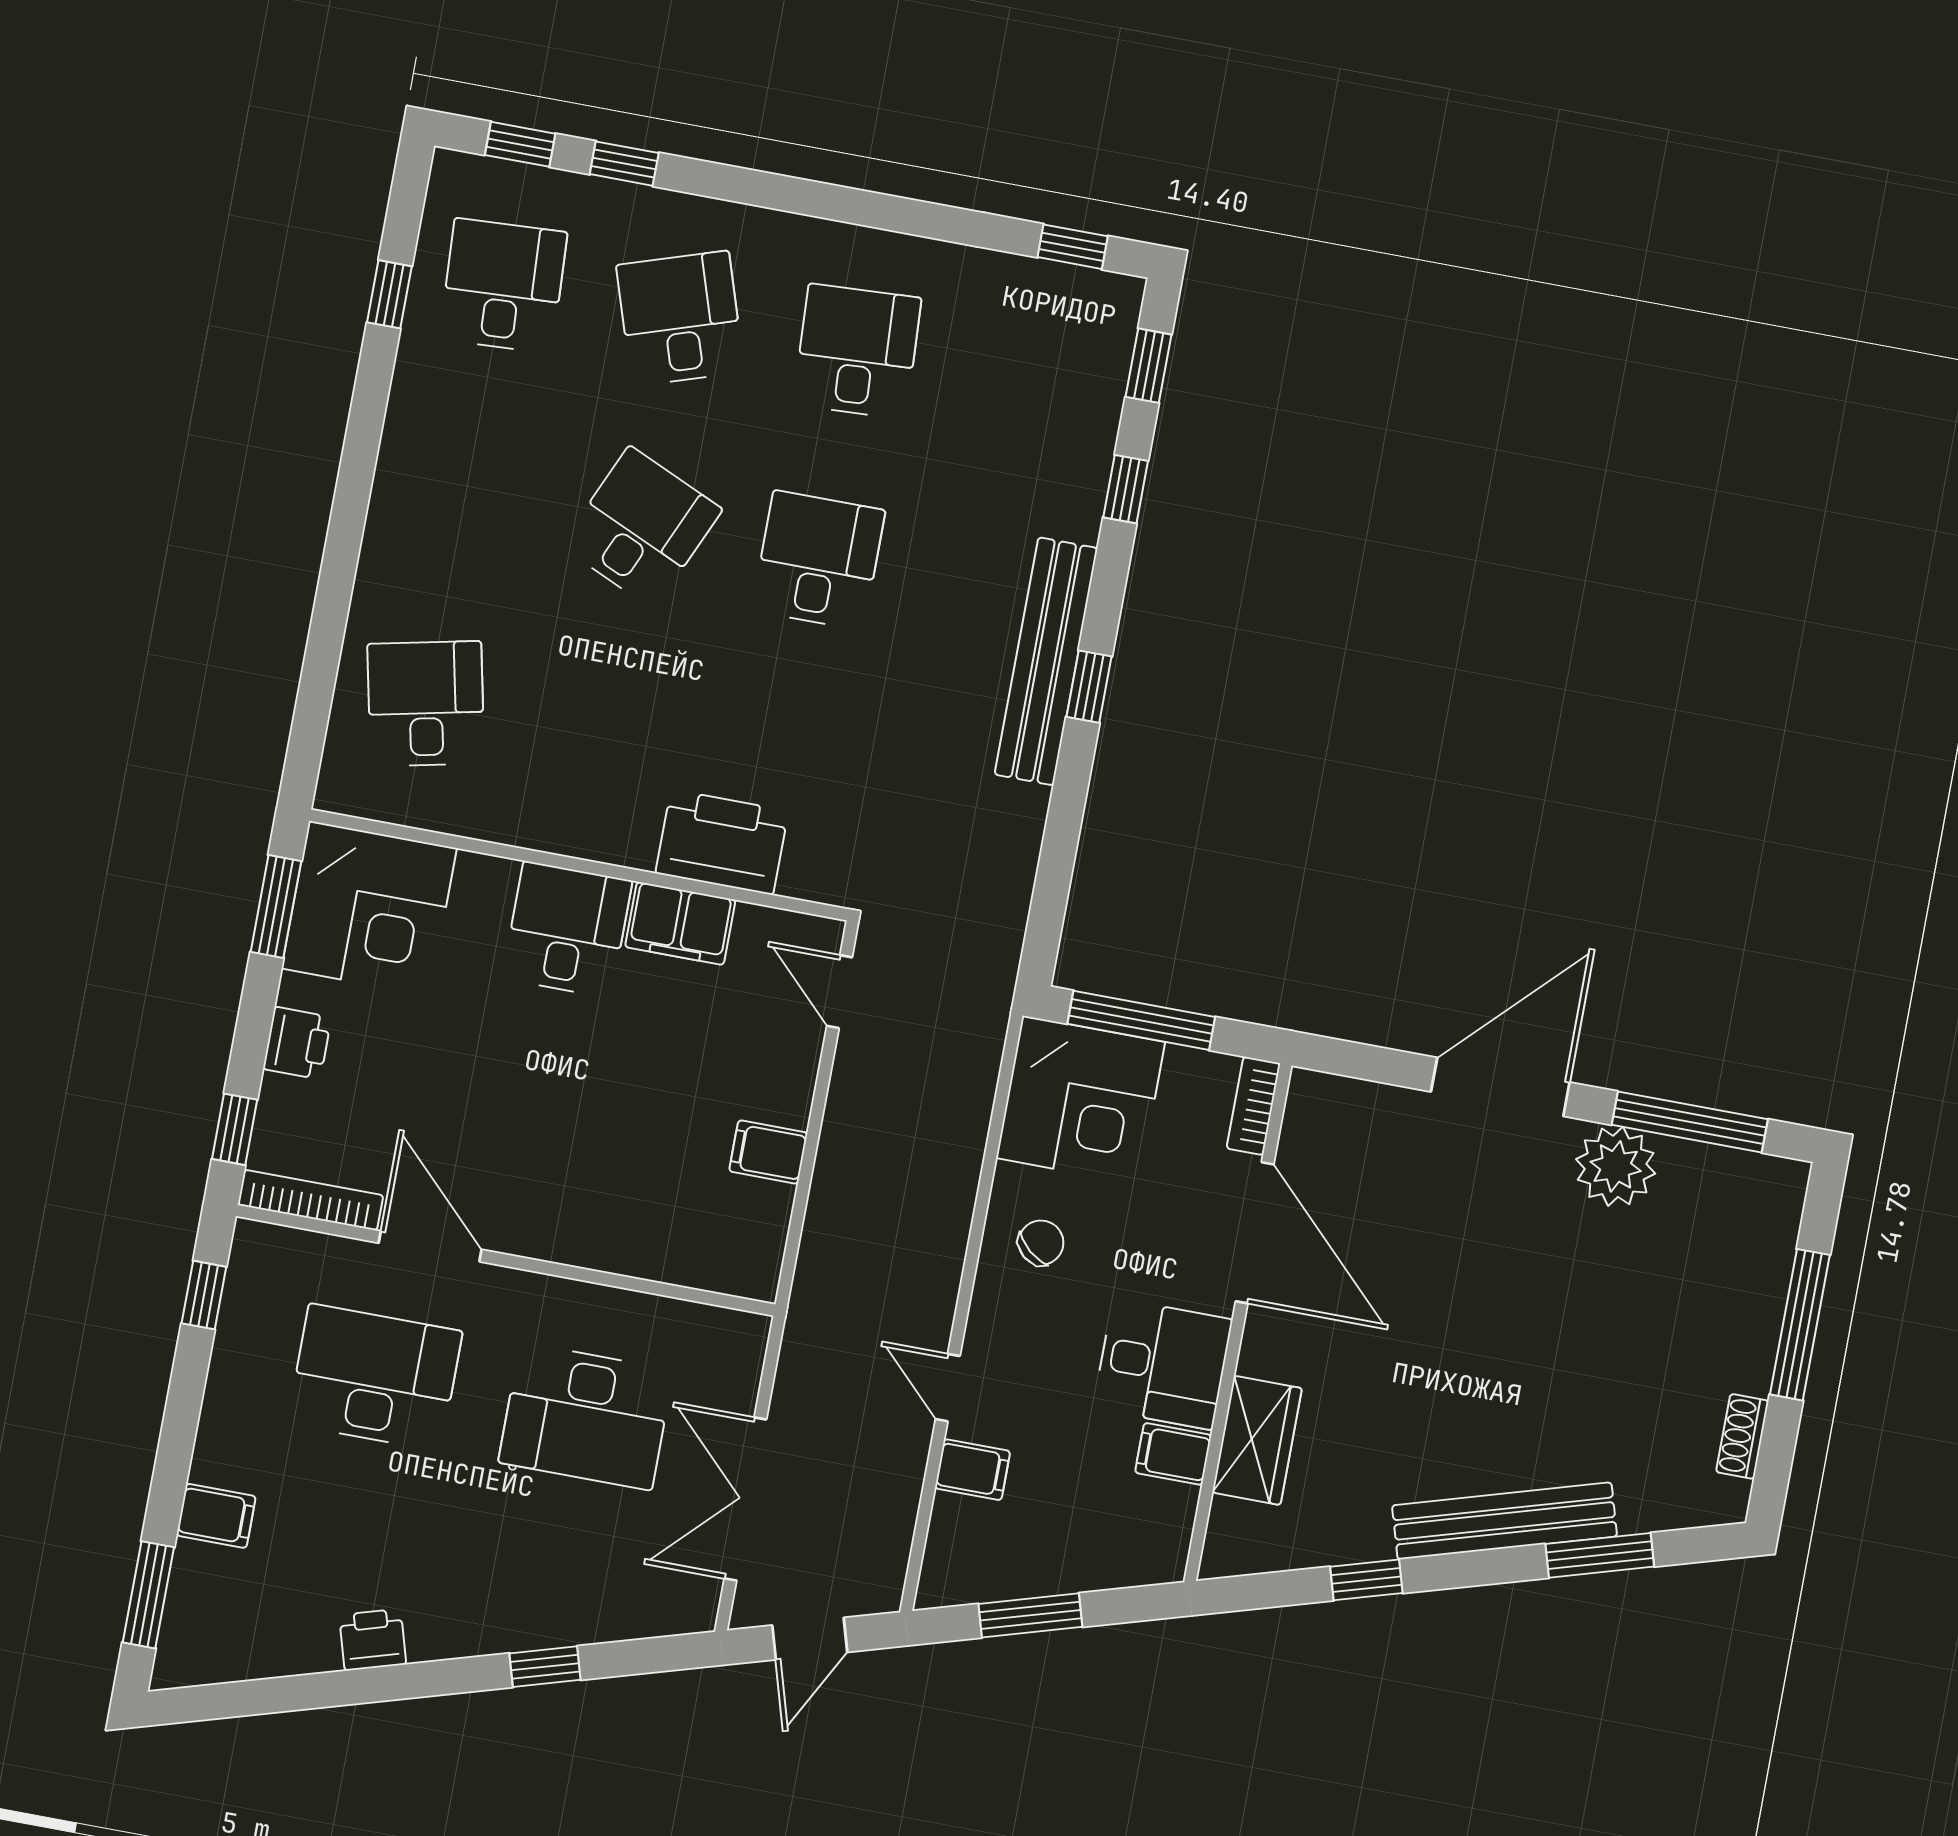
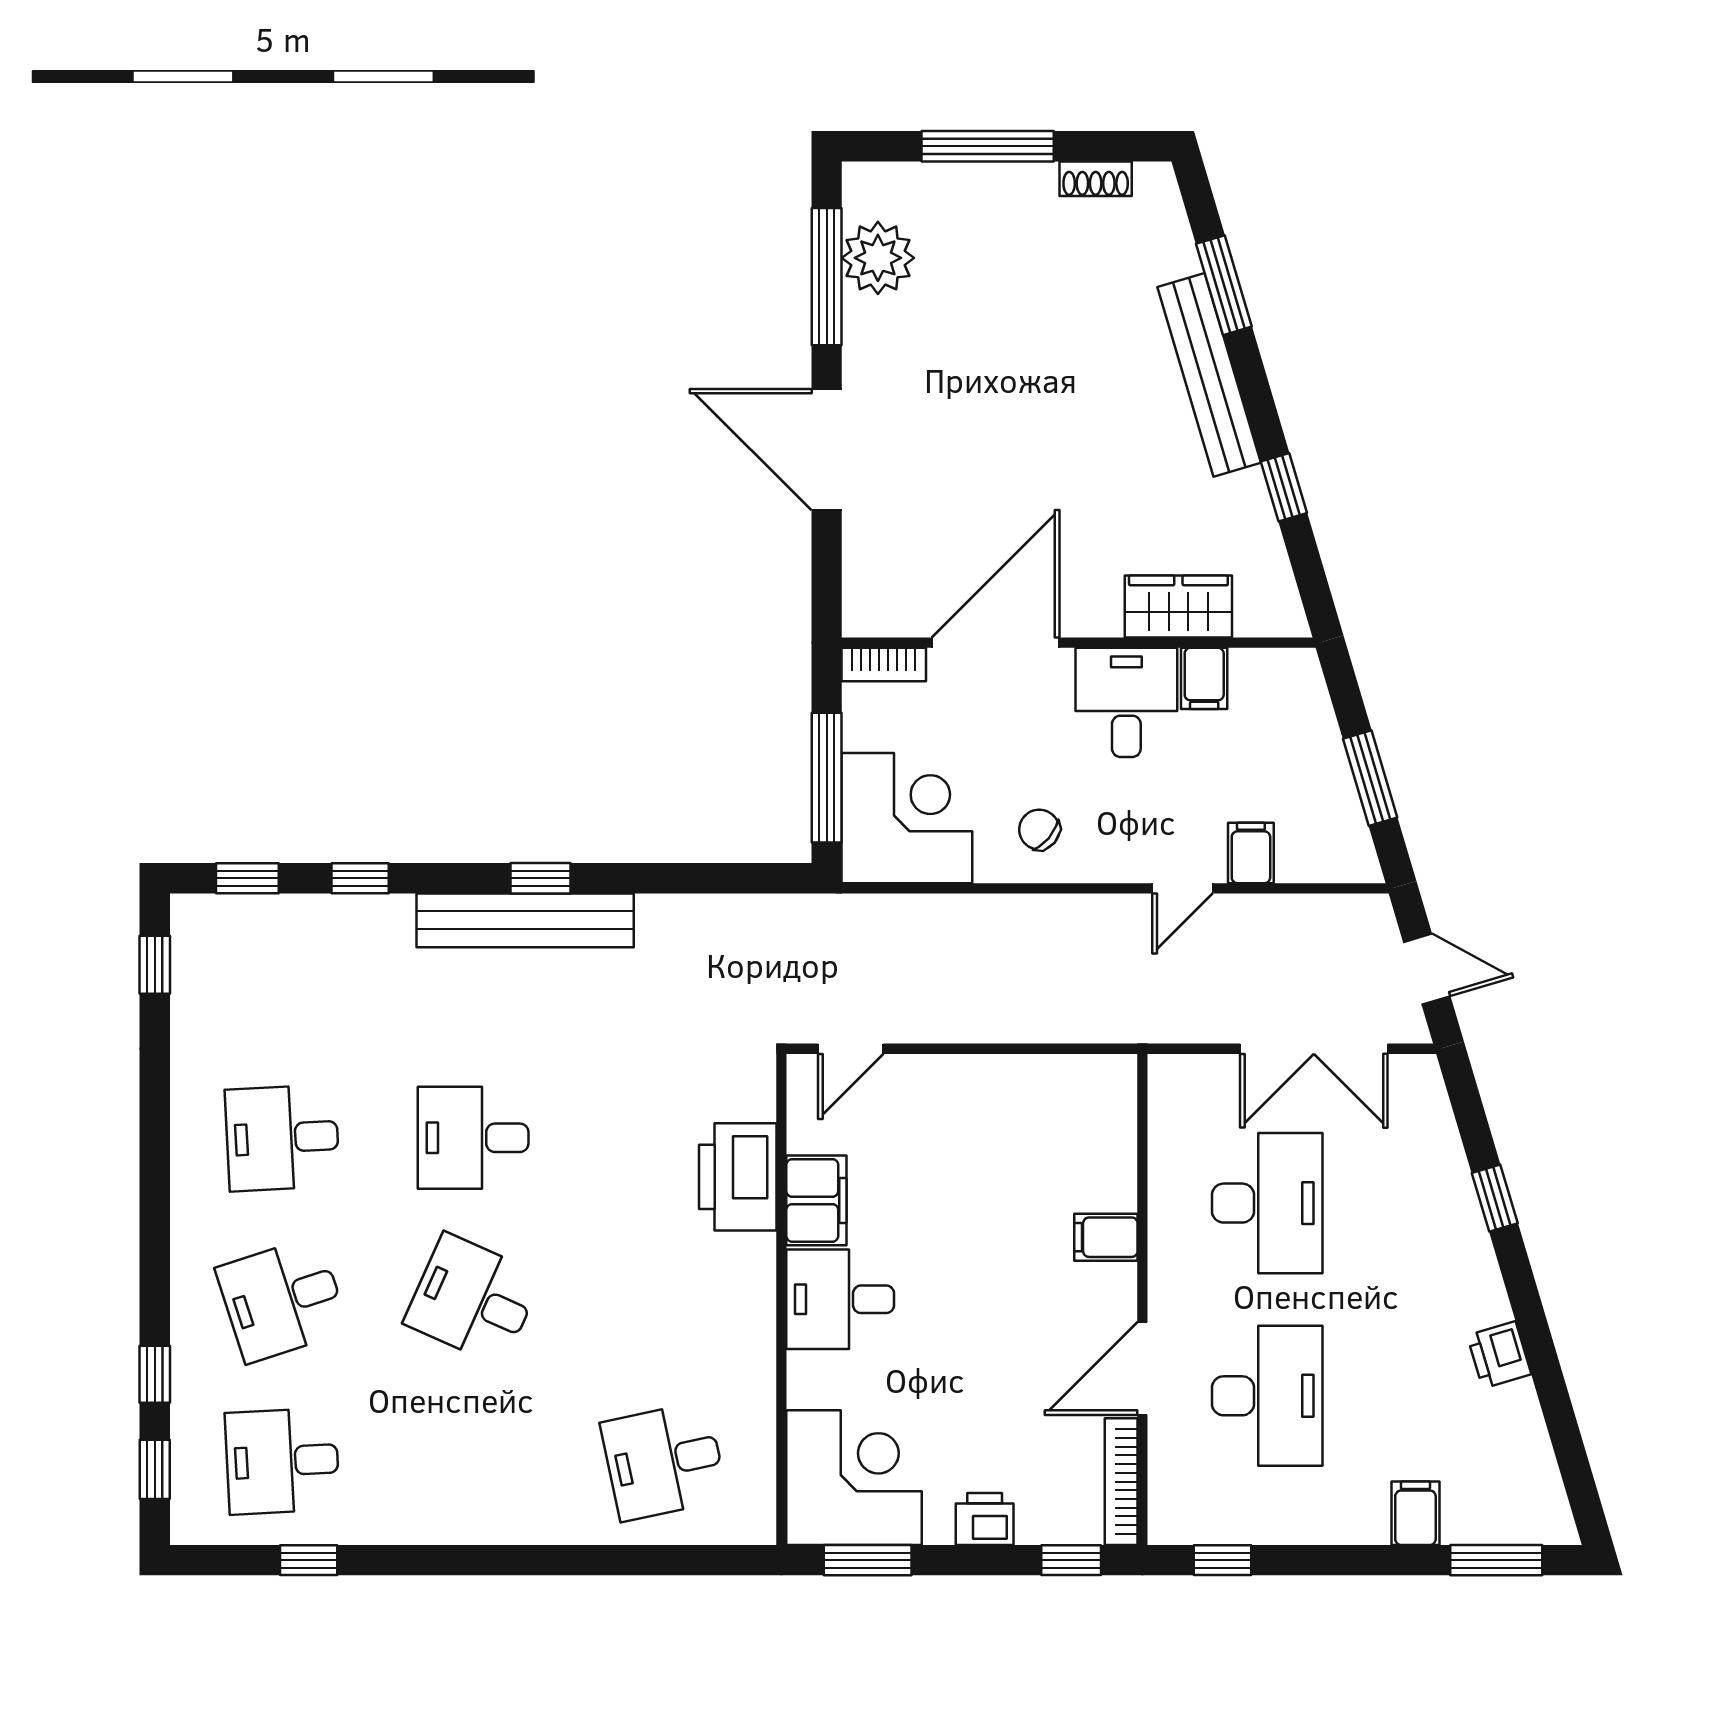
filing cabinet: (768, 1152) -> (1106, 1237), moved, turned 90
plant: (1616, 1166) -> (878, 258), moved
desk: (375, 1377) -> (1267, 1396), turned 180

